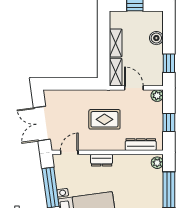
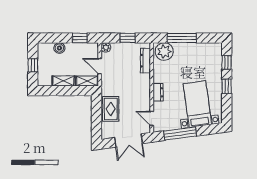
door: (134, 88) -> (100, 66), hinge flipped
rug: (104, 119) -> (111, 109), moved
plant: (157, 163) -> (164, 52), width x1.88, depth x1.88

